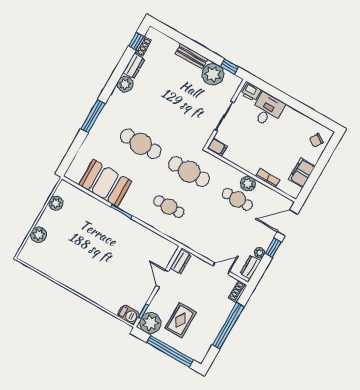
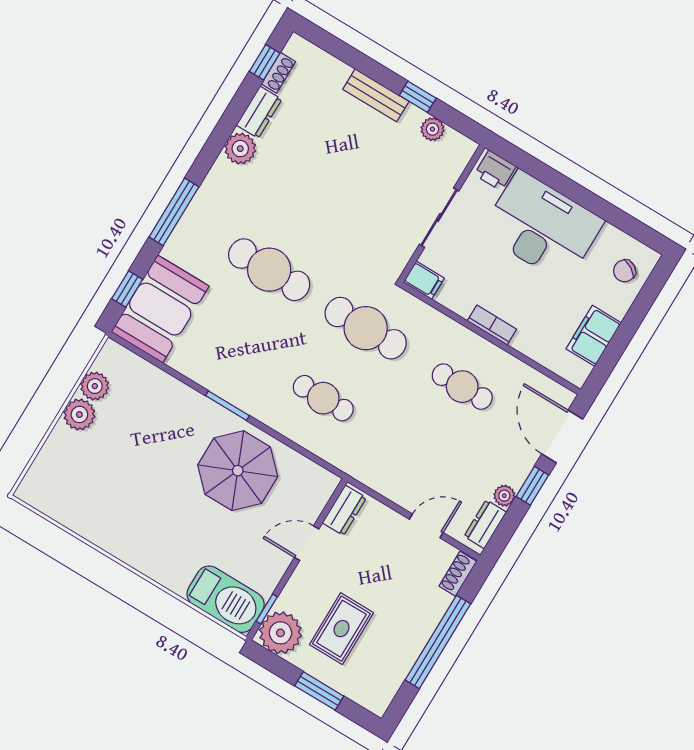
window: (230, 67) -> (418, 97), moved
plant: (213, 74) -> (433, 129), width x0.53, depth x0.53
desk: (267, 110) -> (542, 227), width x1.87, depth x1.30
window: (71, 155) -> (127, 289), added
bookcase: (268, 178) -> (492, 325), moved
booth: (105, 183) -> (160, 309), moved, turned 90
plant: (248, 183) -> (484, 355), removed
door: (287, 223) -> (562, 436), hinge flipped
plant: (39, 235) -> (79, 414), moved
parasol: (127, 243) -> (238, 471), added
door: (162, 278) -> (307, 543), hinge flipped
barbecue: (129, 315) -> (226, 599), width x1.88, depth x1.53
window: (170, 351) -> (319, 691), width x0.47

